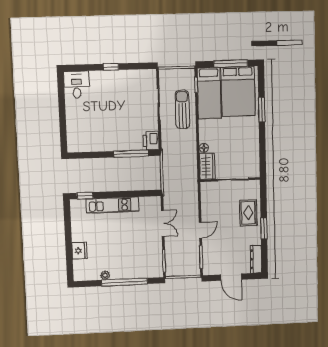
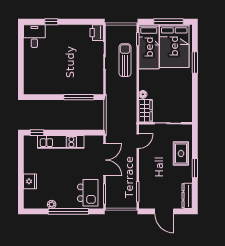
window: (111, 67) -> (51, 22), moved
printer: (151, 141) -> (97, 33), moved
double door: (163, 223) -> (104, 160), width x1.37
door: (200, 230) -> (138, 141), moved
kitchen island: (145, 261) -> (88, 193), added

